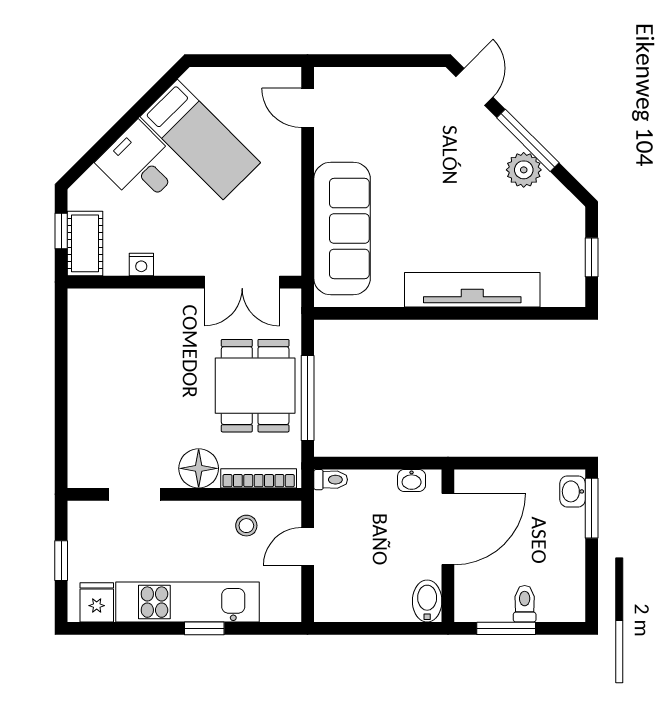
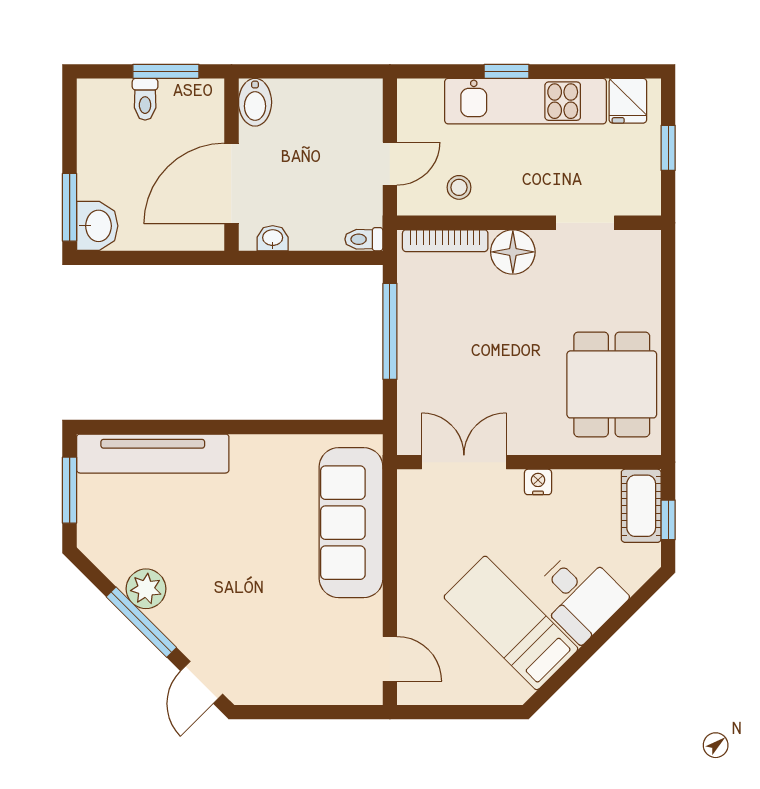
window: (592, 257) -> (70, 490), width x1.50
nightstand: (141, 265) -> (538, 482), moved
tv unit: (472, 290) -> (153, 454), moved
dining table: (255, 386) -> (612, 384), moved
washbasin: (573, 491) -> (97, 226), width x1.38, depth x1.45

